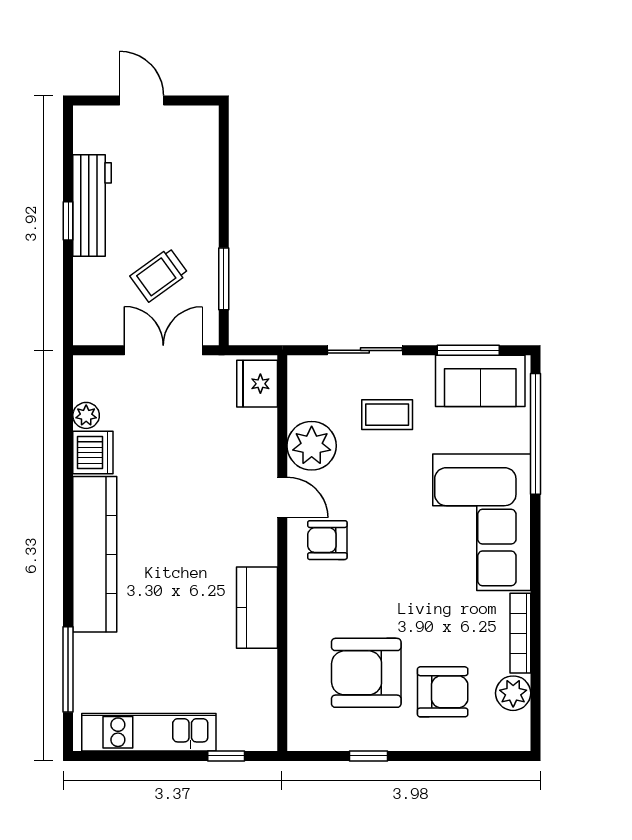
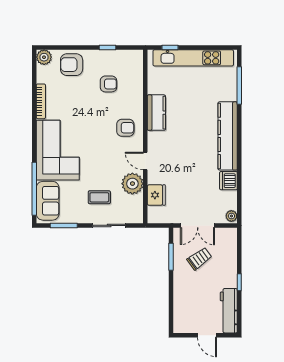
workbench: (92, 205) -> (229, 311), moved
sofa: (480, 381) -> (48, 201), moved, turned 90
fridge: (257, 384) -> (156, 195), moved
plant: (86, 415) -> (231, 216), moved
armchair: (327, 540) -> (125, 128), moved
armchair: (366, 673) -> (108, 84), width x0.53, depth x0.53
armchair: (443, 692) -> (72, 65), moved
plant: (513, 693) -> (44, 57), moved
kitchen unit: (149, 732) -> (193, 58), width x1.36

